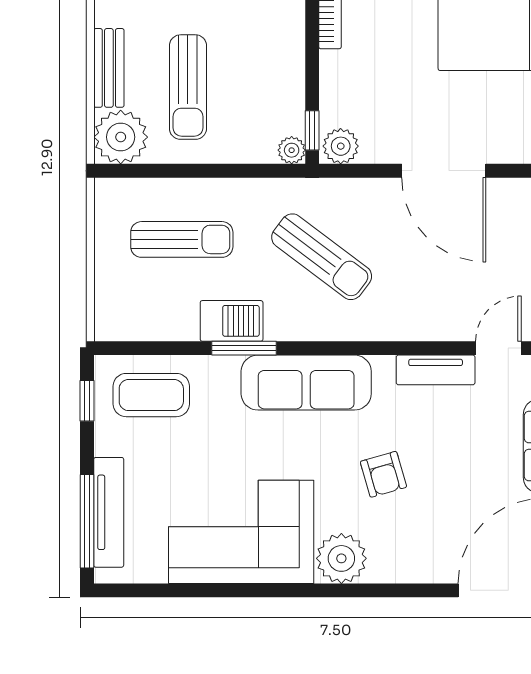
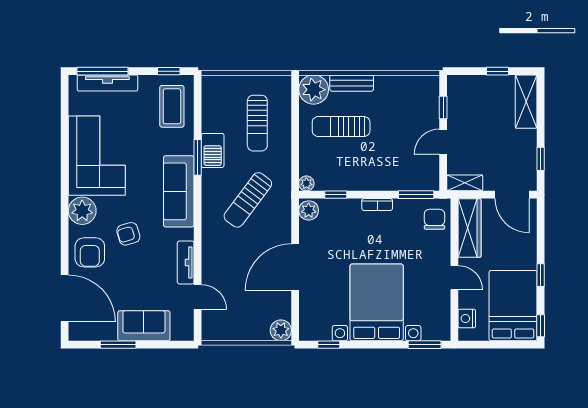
window: (312, 130) -> (336, 195), moved
armchair: (417, 545) -> (90, 252), added

